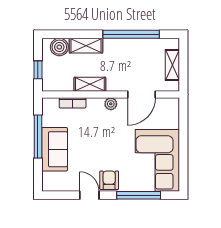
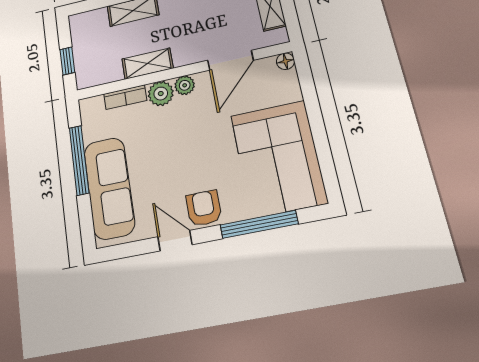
boiler: (59, 47) -> (94, 22), removed
floor lamp: (174, 103) -> (285, 61), added
plant: (95, 106) -> (161, 93), added
sofa: (55, 149) -> (109, 188), width x1.36

